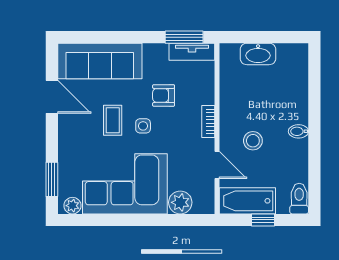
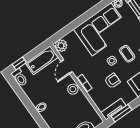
stool: (253, 141) -> (73, 89), moved
door: (217, 165) -> (67, 67), hinge flipped
plant: (180, 202) -> (61, 46), moved
window: (263, 220) -> (19, 63), moved

